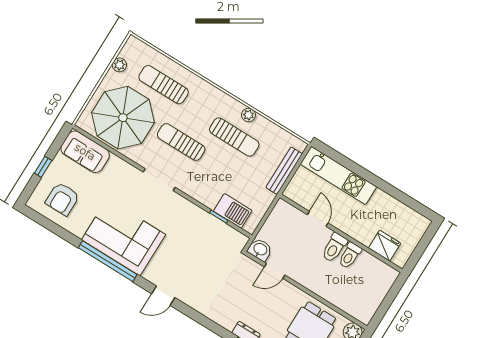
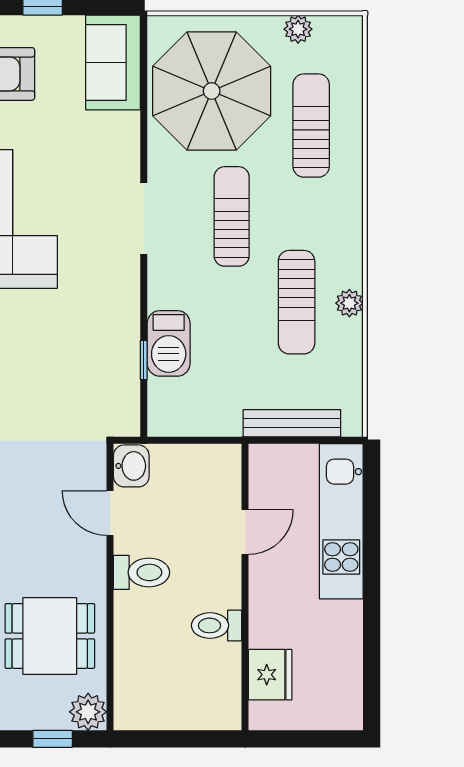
barbecue: (233, 211) -> (169, 343), moved
toilet: (334, 247) -> (142, 572), moved, turned 180

